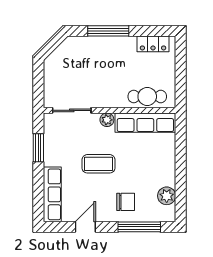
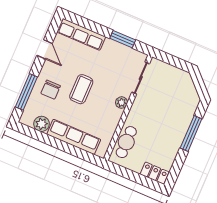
locker: (153, 44) -> (155, 173), moved, turned 90
row of seats: (145, 123) -> (74, 137), moved, turned 90
coffee table: (99, 164) -> (81, 89), moved

